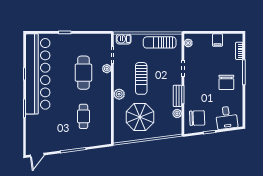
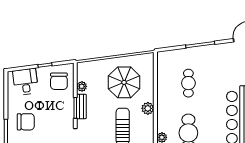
chair: (226, 82) -> (26, 122), turned 90
chair: (197, 118) -> (59, 81), turned -88

